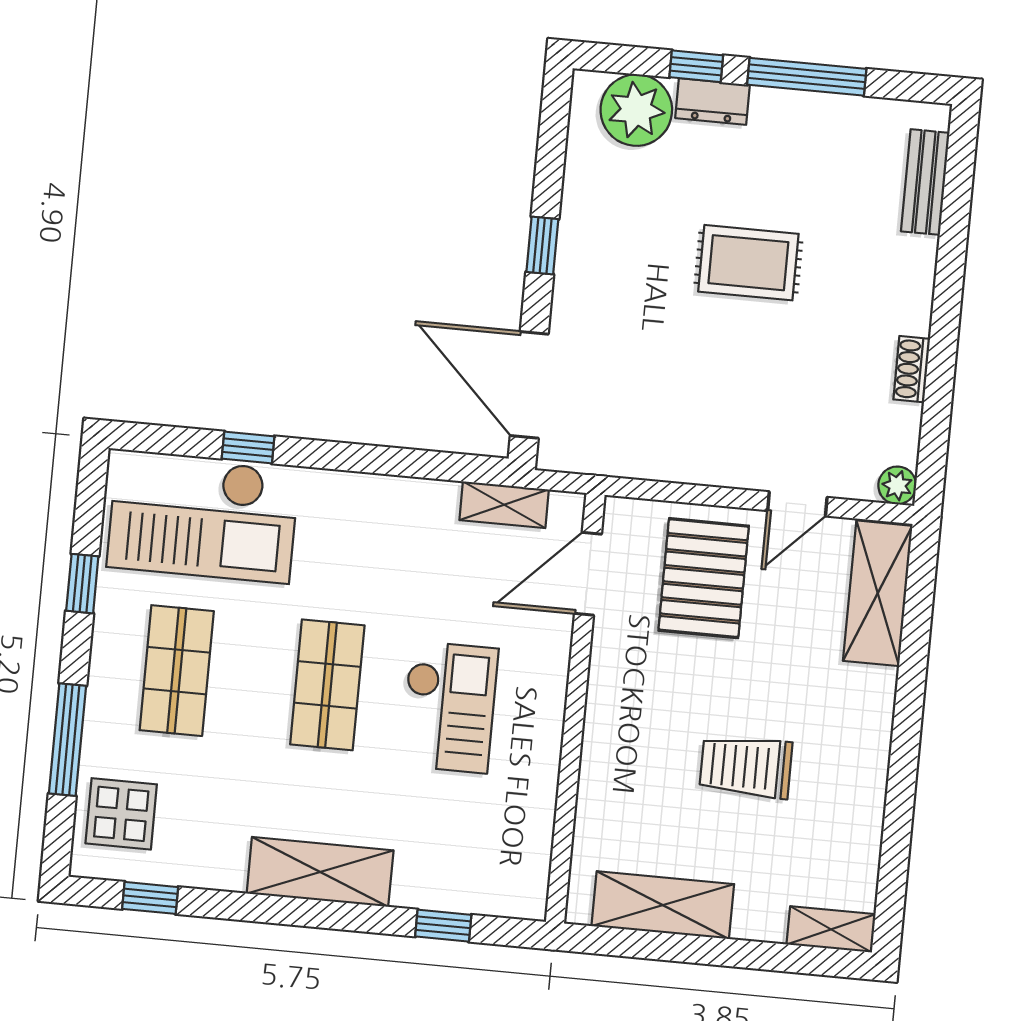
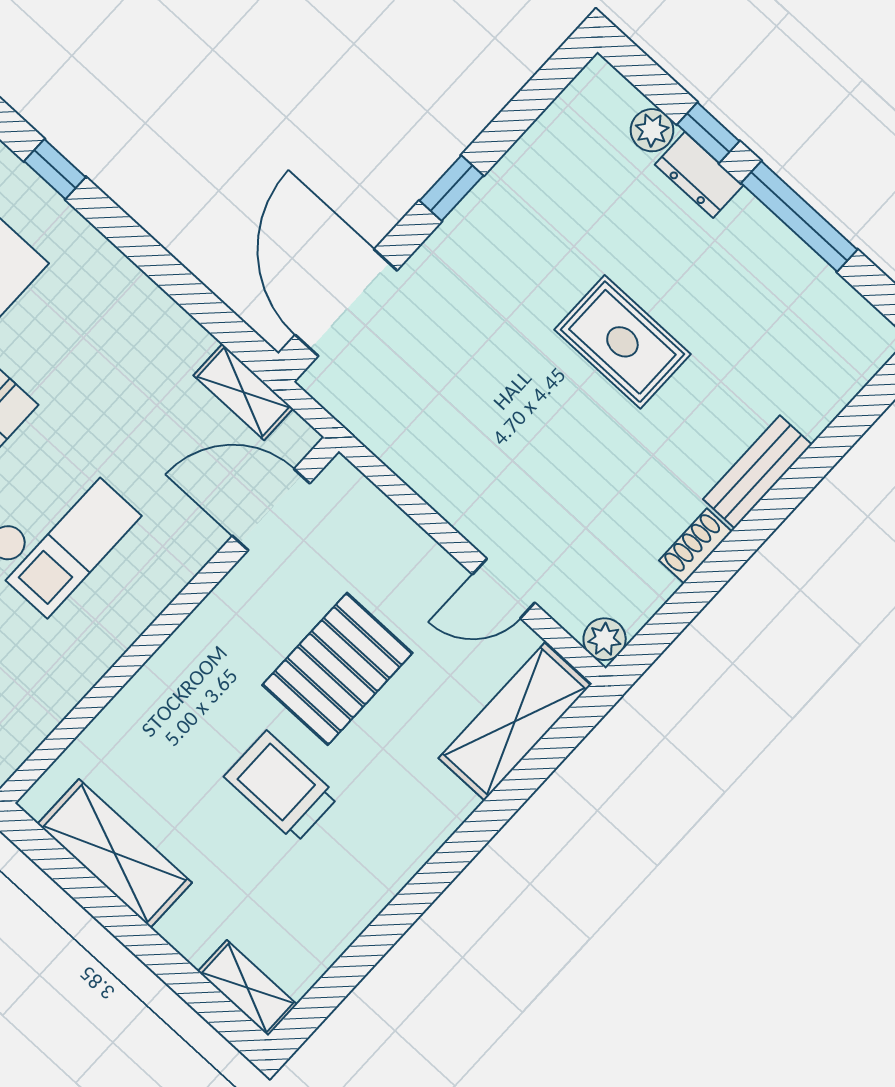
plant: (636, 110) -> (652, 130), width x0.53, depth x0.53
bench: (925, 182) -> (757, 472), moved
pallet: (704, 578) -> (337, 669), moved

